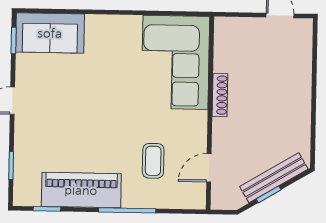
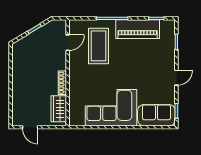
wardrobe: (227, 48) -> (59, 109), added
corner sofa: (175, 62) -> (111, 108), moved, turned -90
coffee table: (153, 161) -> (98, 46), width x1.86, depth x1.72
bench: (274, 178) -> (32, 38), removed

